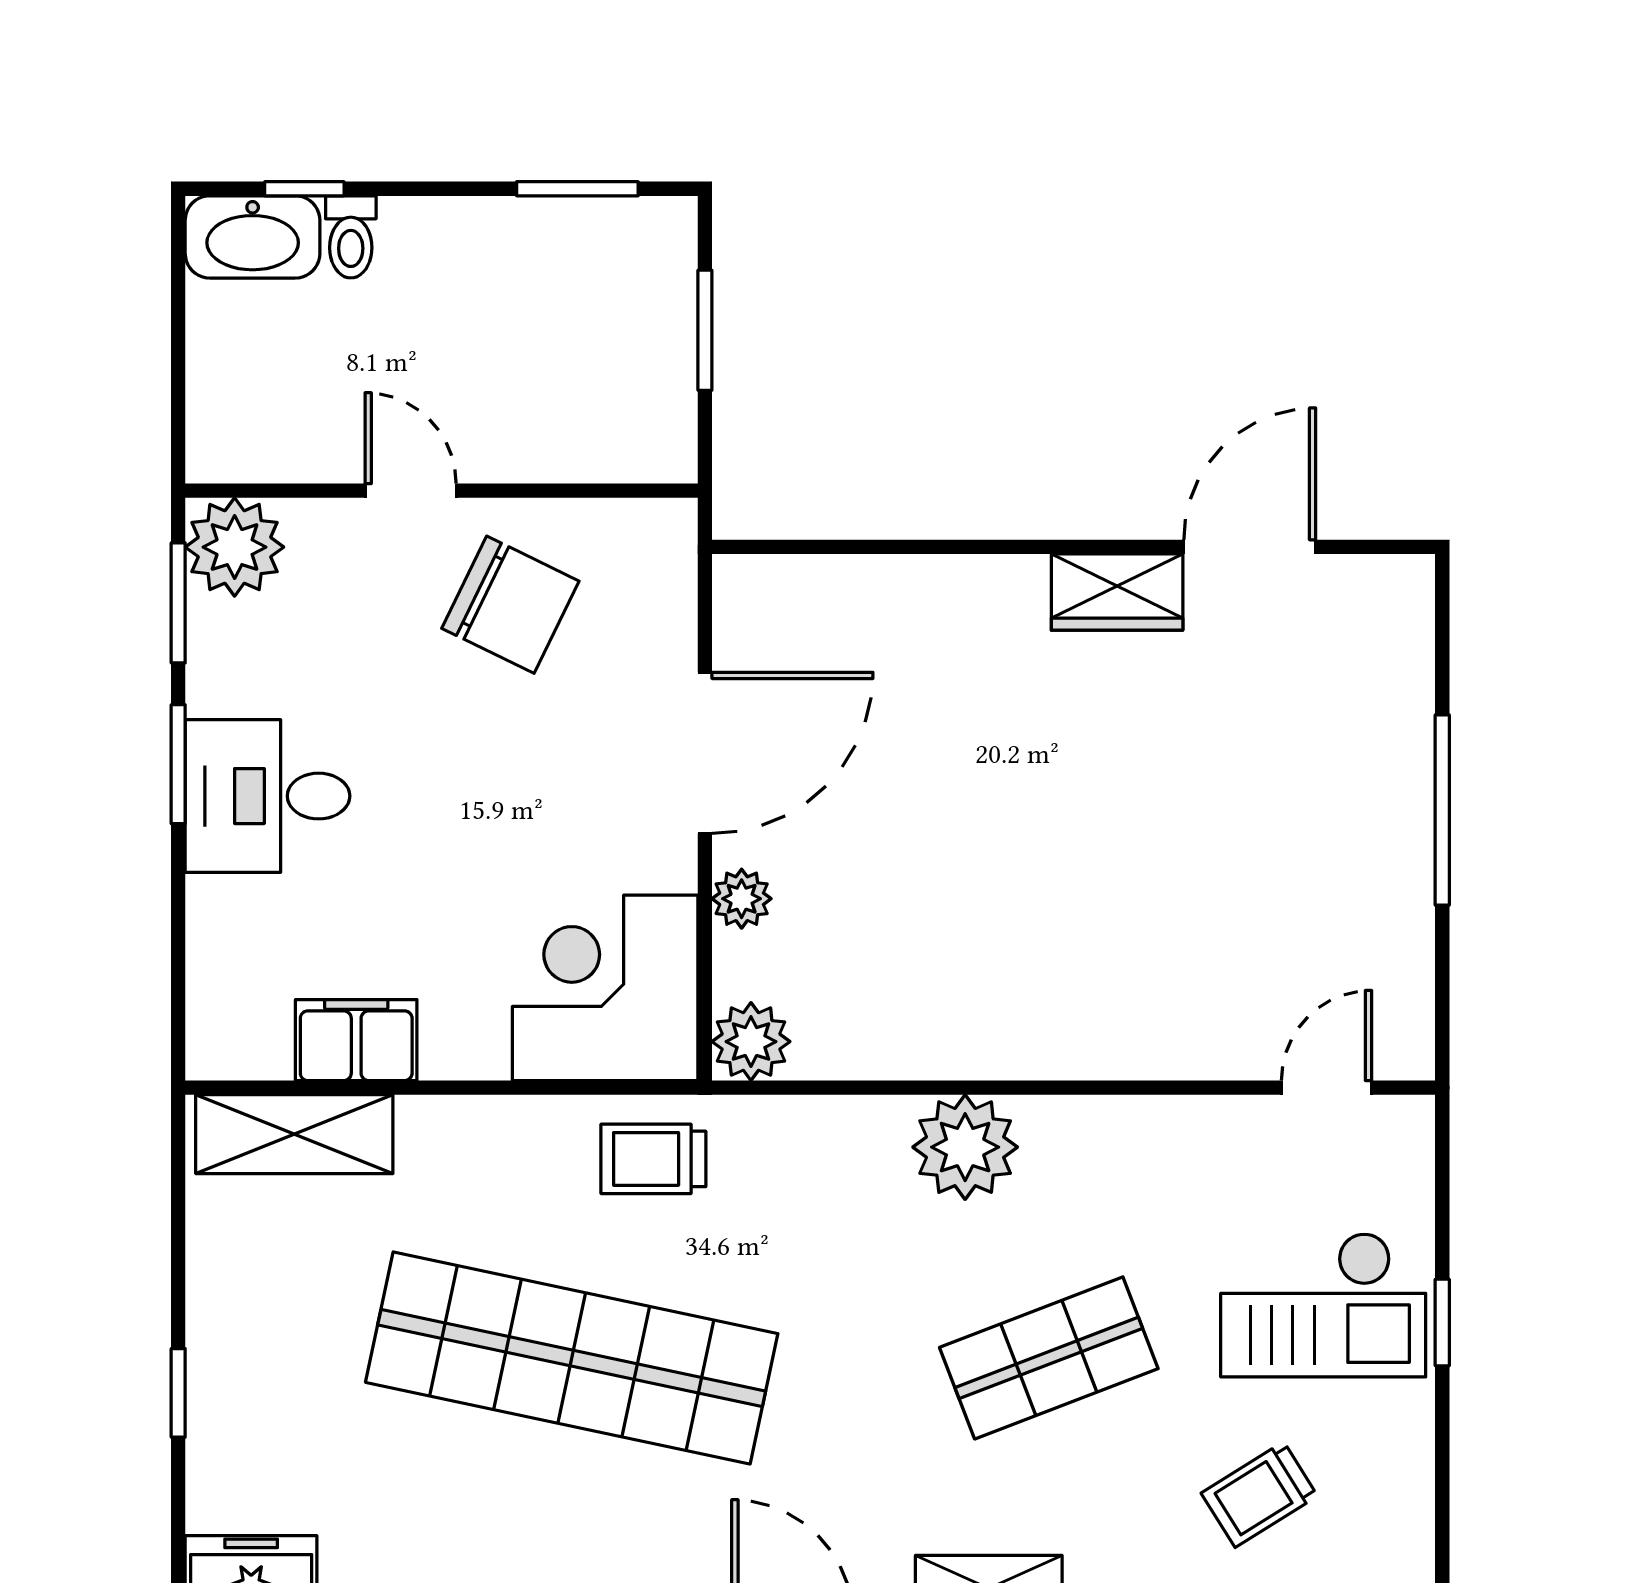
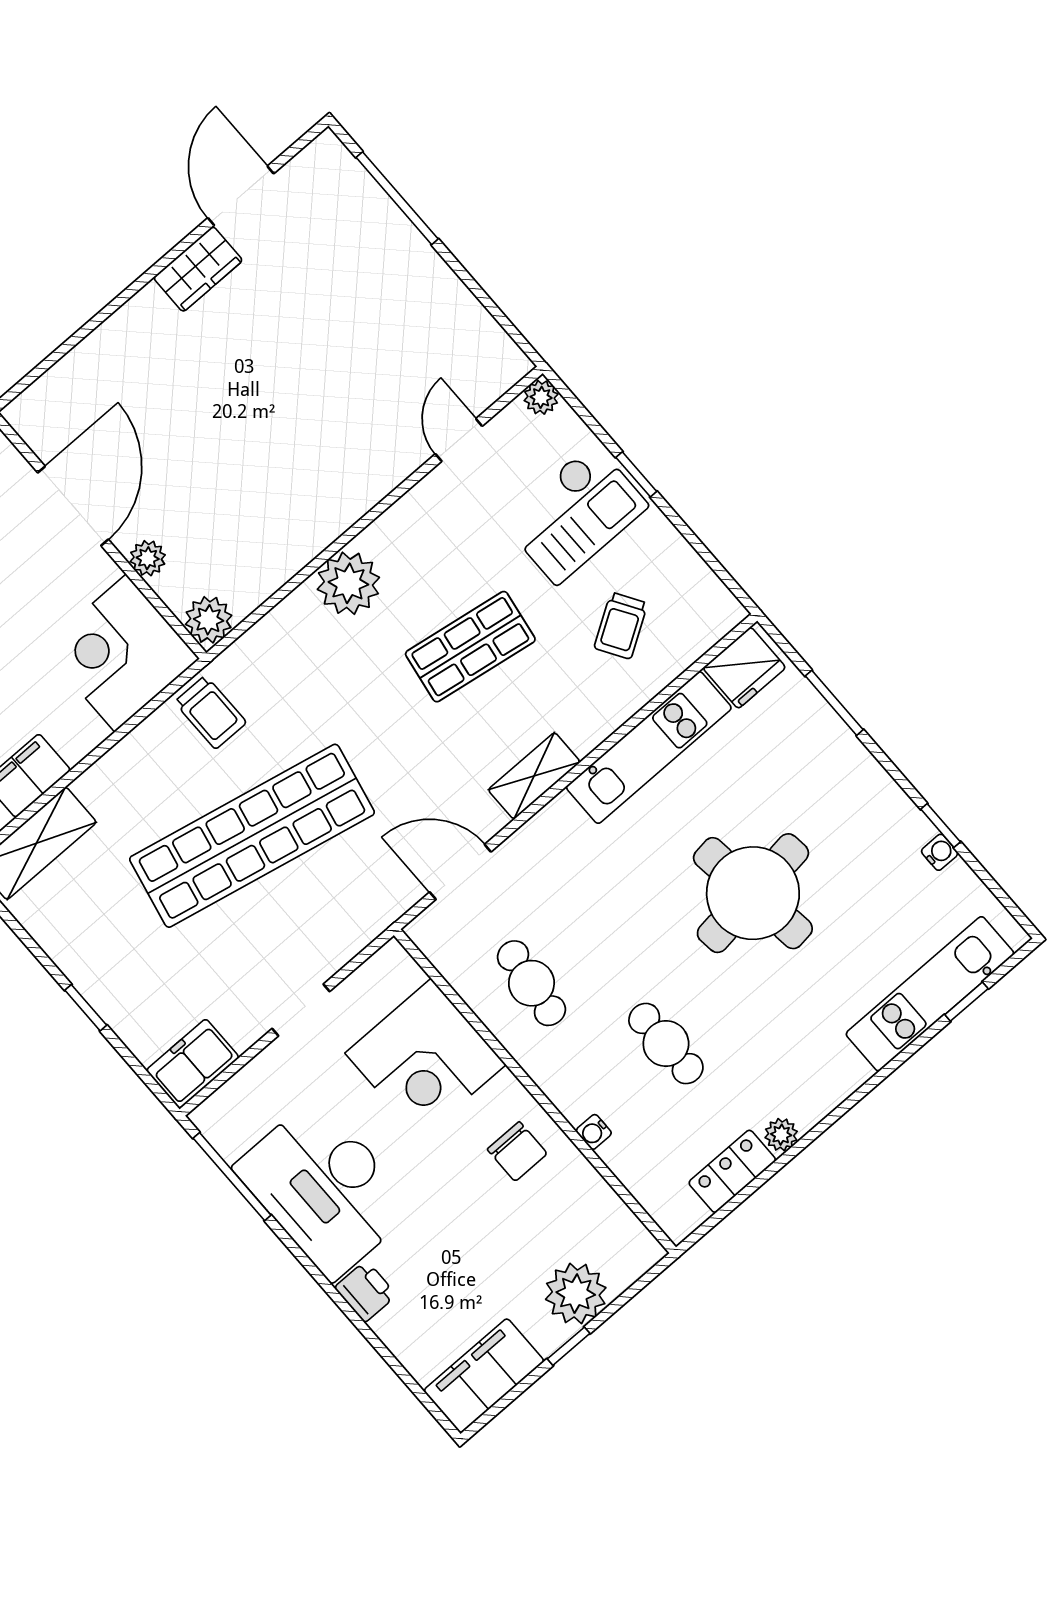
window: (1442, 810) -> (397, 198), moved
door: (1327, 1088) -> (459, 440), moved
plant: (1407, 1123) -> (541, 397), added
trolley: (653, 1159) -> (210, 712), turned -90
shop shelf: (1049, 1358) -> (470, 647), turned 30

